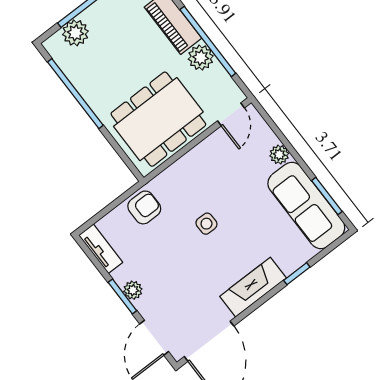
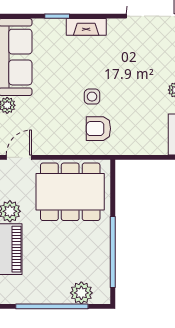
armchair: (144, 207) -> (98, 129), moved
fireplace: (253, 287) -> (86, 27), width x0.73, depth x0.76

